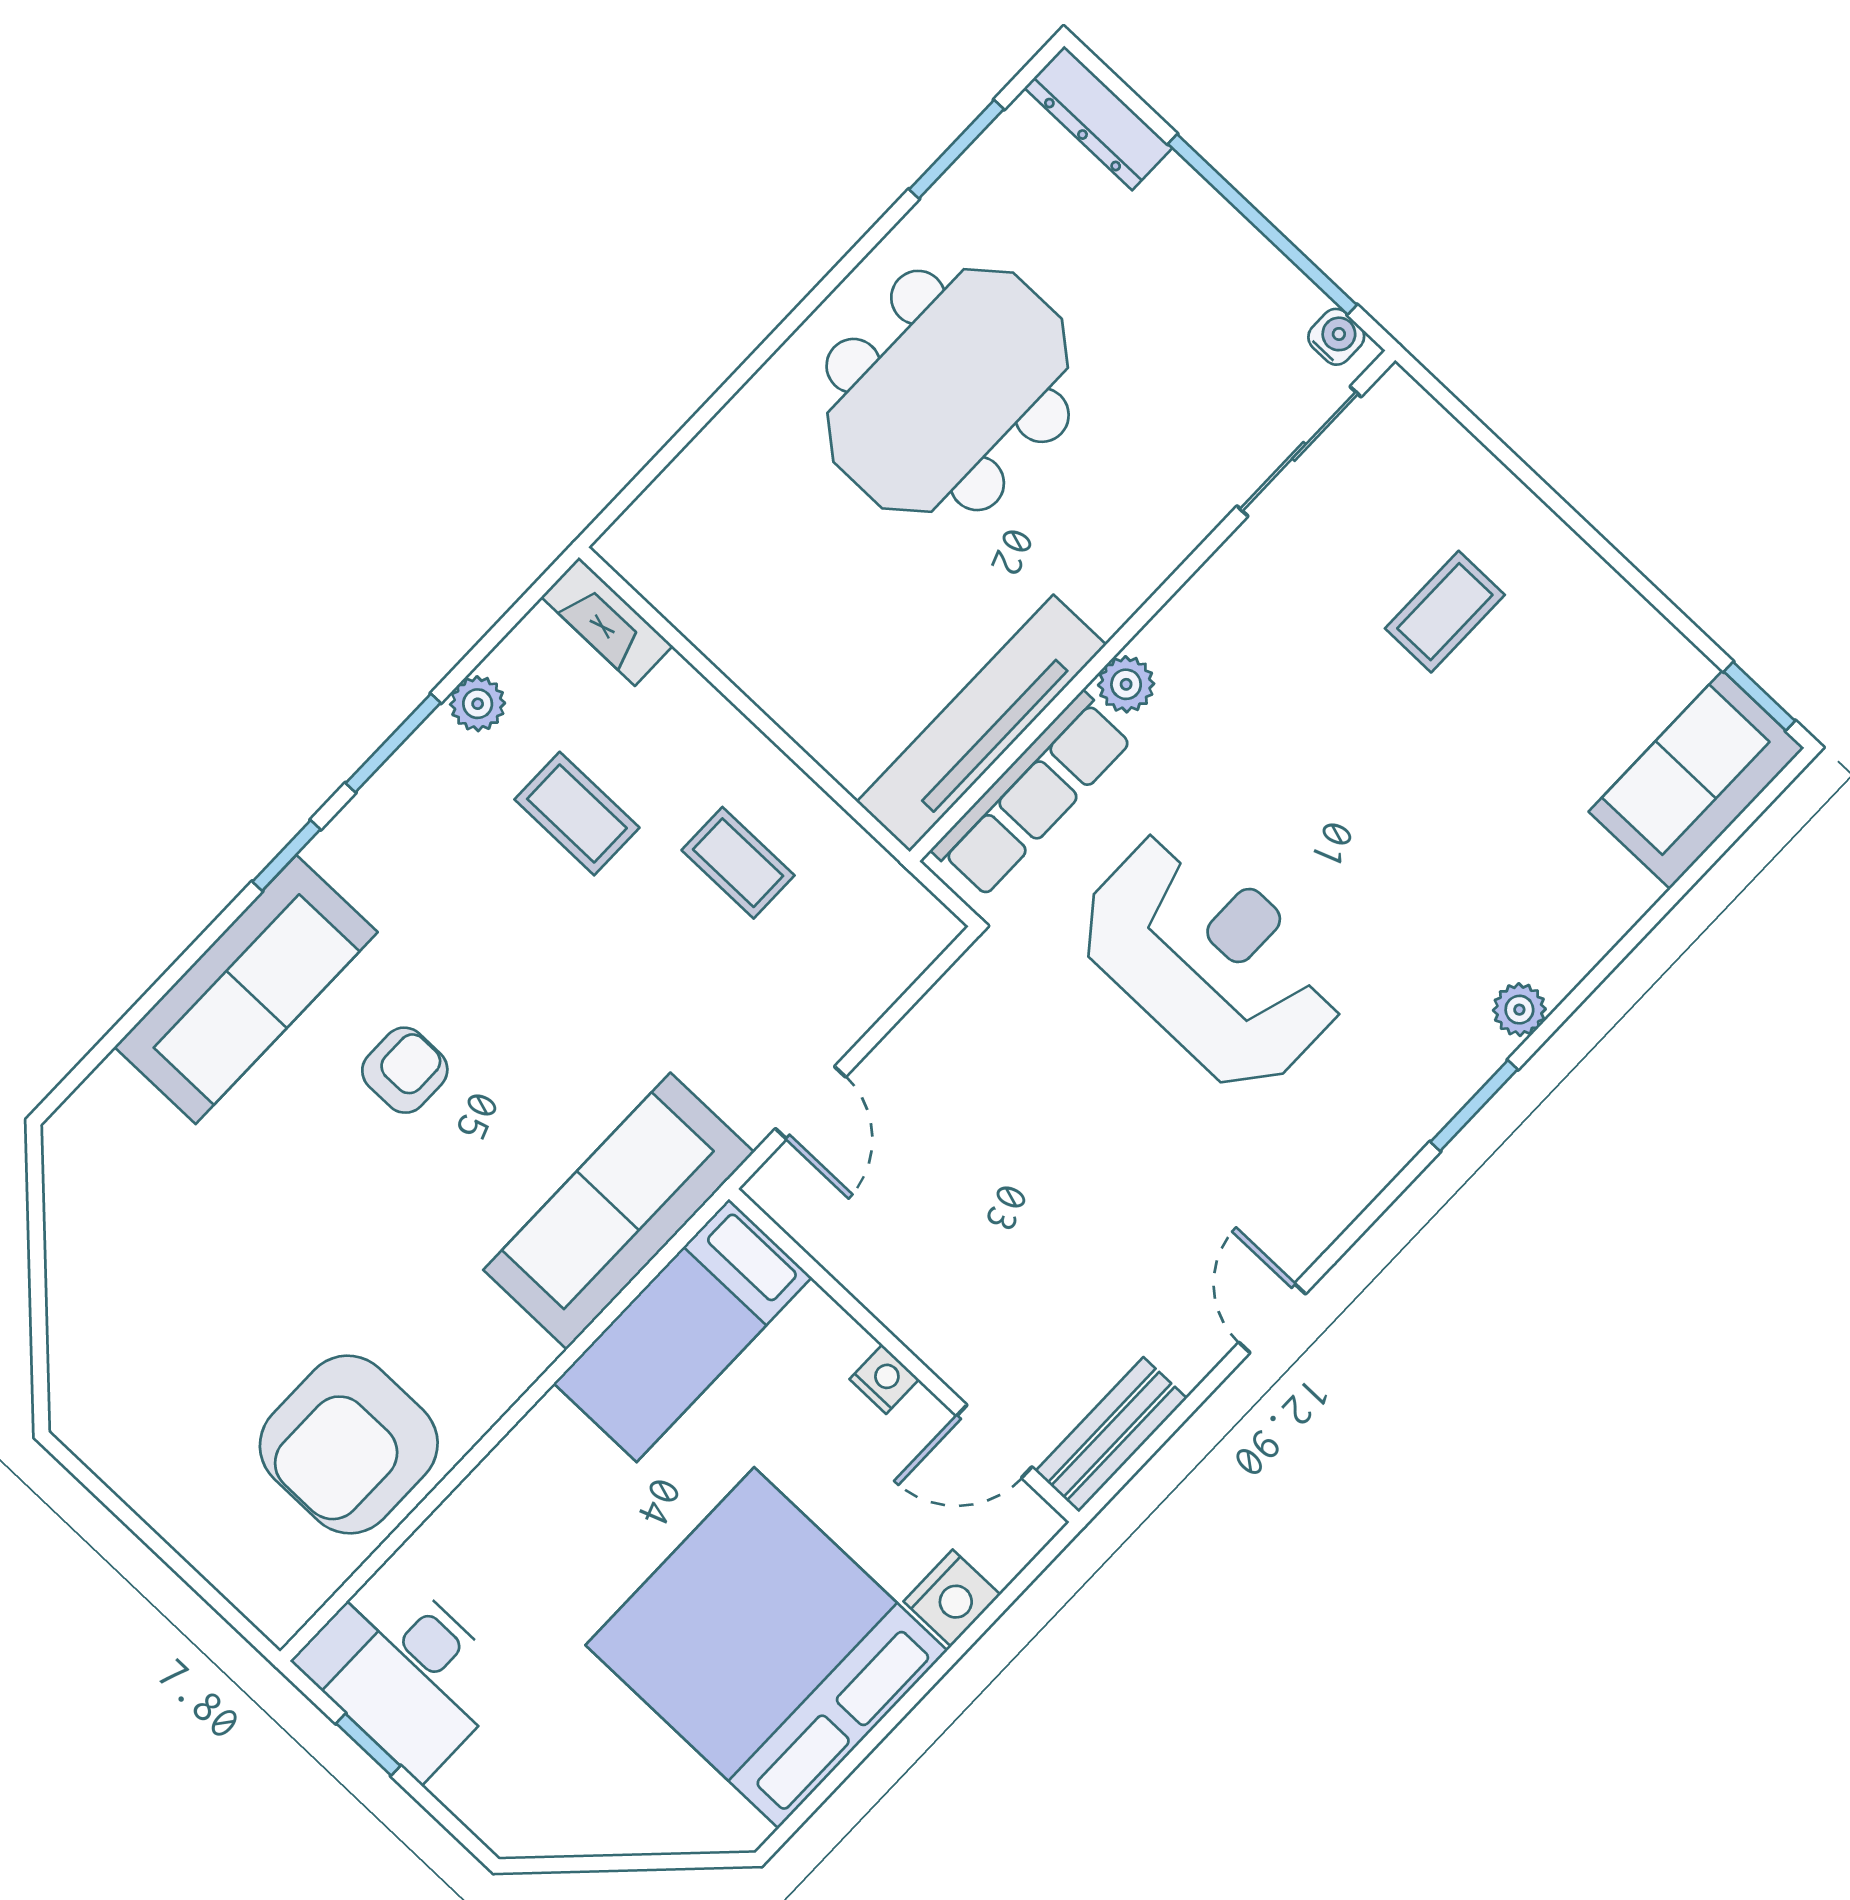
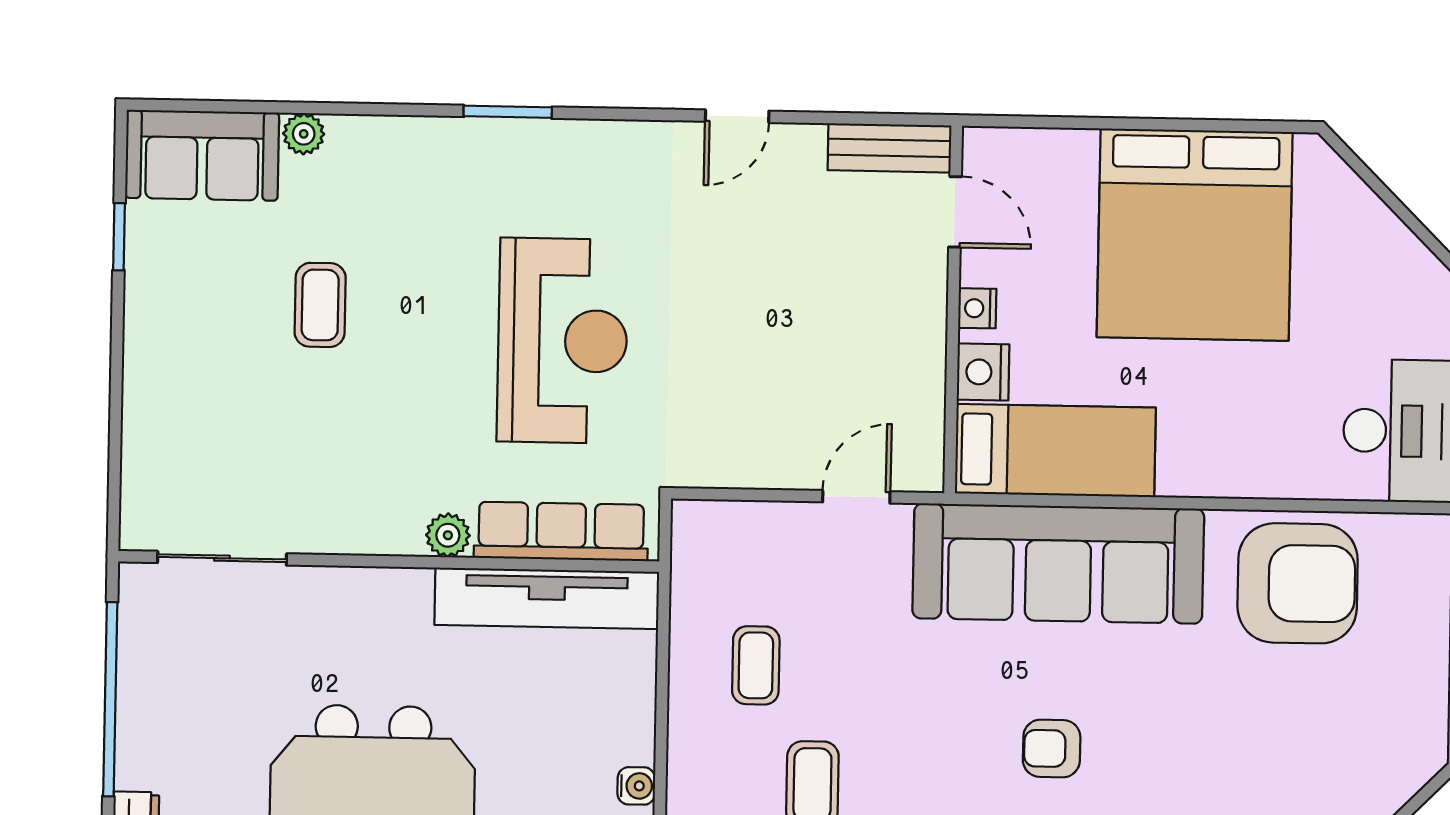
water cooler: (1336, 337) -> (636, 786), moved, turned 180
coffee table: (1445, 612) -> (320, 305), moved, turned 90
window: (1759, 696) -> (119, 237), moved
reception desk: (1211, 960) -> (562, 341), turned 180
plant: (1519, 1010) -> (304, 134), moved
sofa: (619, 1211) -> (1058, 564), width x1.36, depth x1.27
nightstand: (952, 1598) -> (983, 372), moved, turned -90

